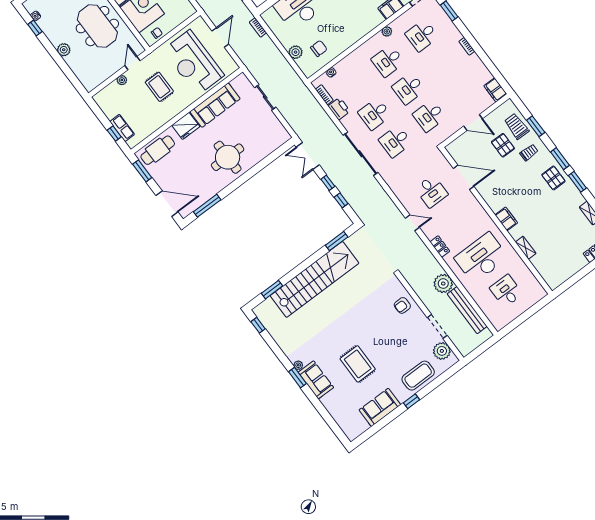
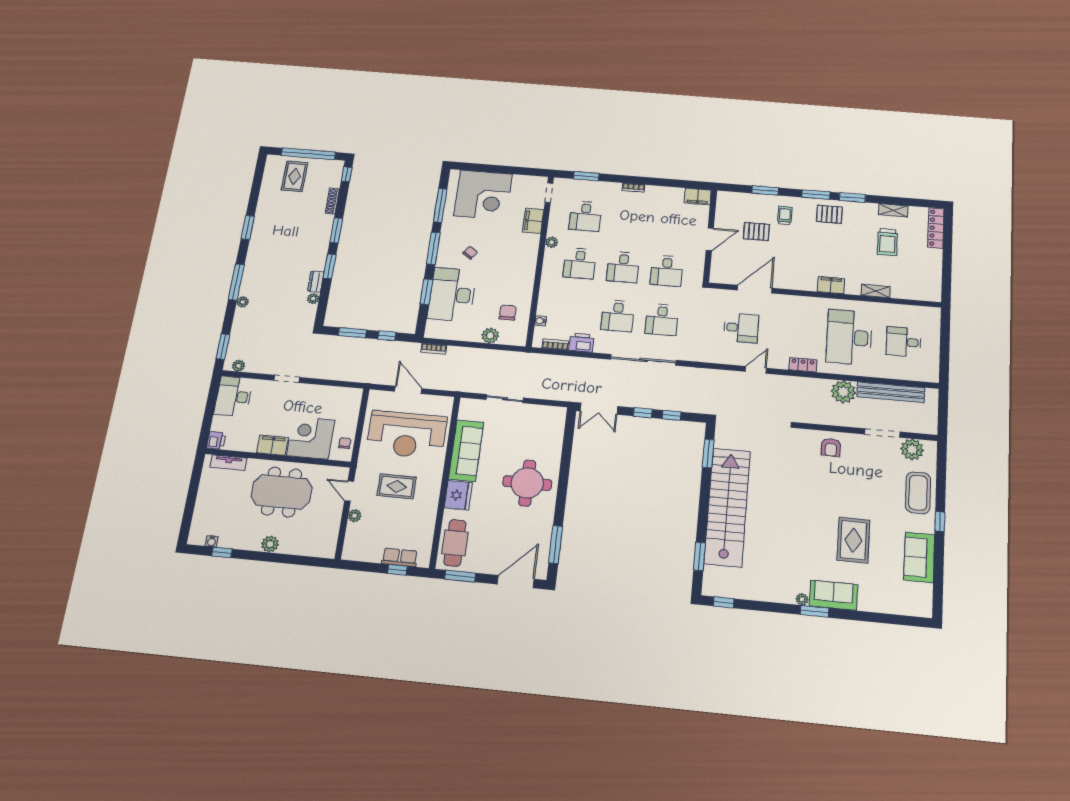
trolley: (517, 126) -> (887, 242), moved, turned -90
rug: (358, 364) -> (853, 540), turned 90

